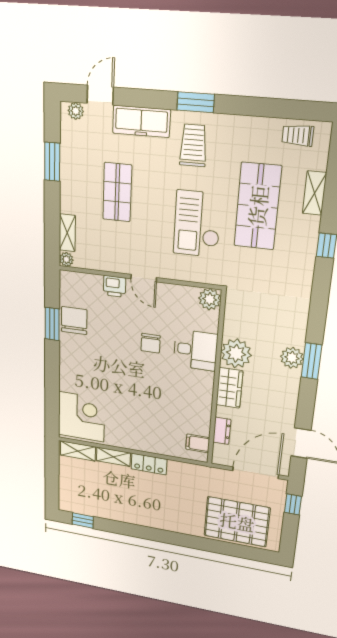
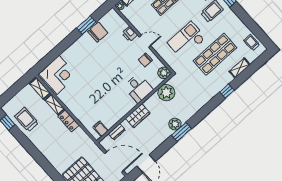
door: (144, 278) -> (145, 41), swing flipped
chair: (151, 343) -> (145, 60), moved
plant: (236, 353) -> (166, 93), moved
trolley: (100, 501) -> (26, 120), added

